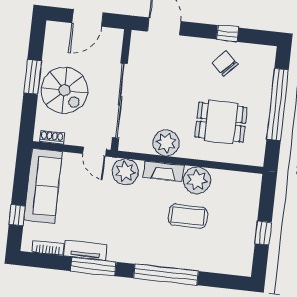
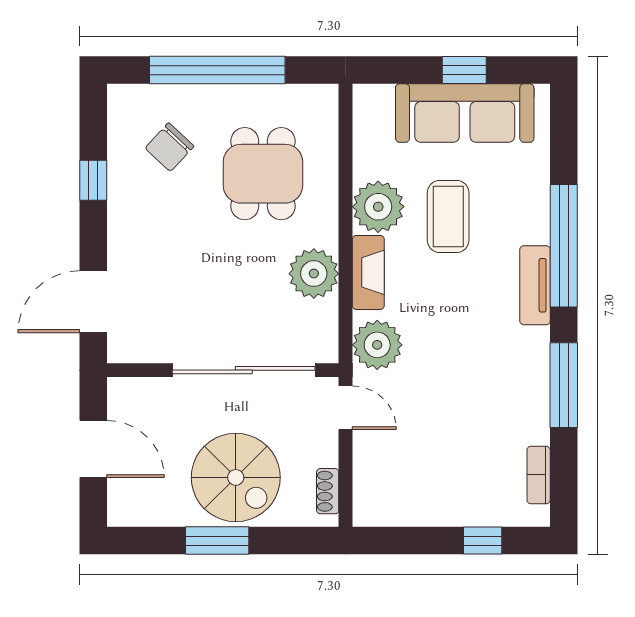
chair: (225, 63) -> (170, 147), moved
spiral stairs: (64, 90) -> (236, 477), turned 90
door: (94, 152) -> (346, 408), hinge flipped
sofa: (43, 186) -> (465, 113), moved, turned 180
tv unit: (85, 250) -> (535, 285), moved

